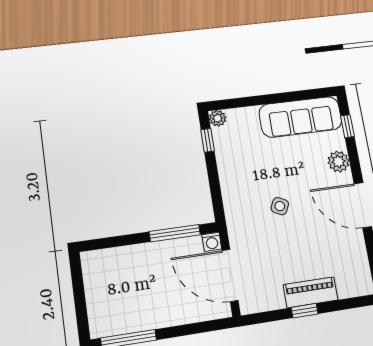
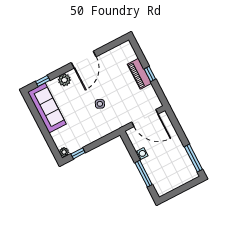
window: (175, 233) -> (144, 174), moved
washing machine: (212, 242) -> (142, 154), moved
door: (230, 275) -> (145, 118), hinge flipped

